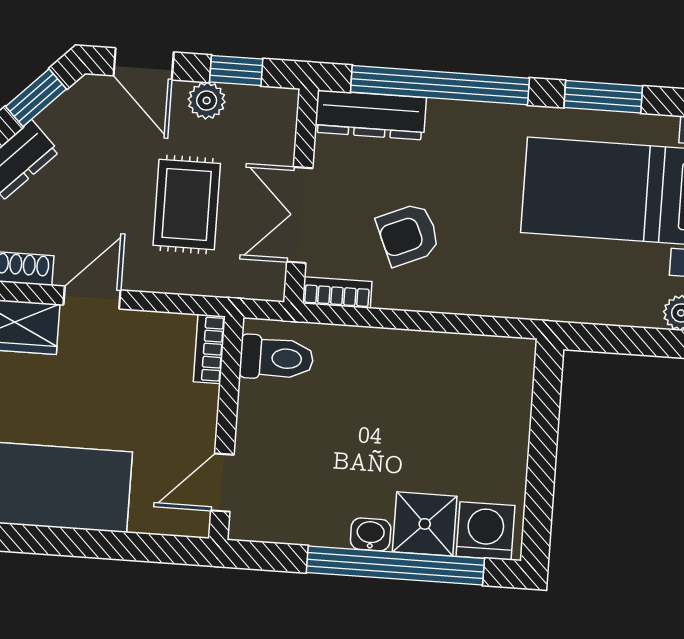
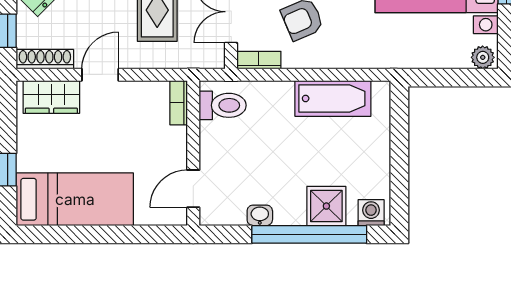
bathtub: (447, 359) -> (333, 98), added
washing machine: (486, 531) -> (371, 213), width x0.73, depth x0.73
washbasin: (371, 534) -> (260, 215), moved

